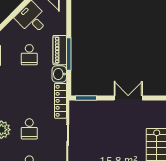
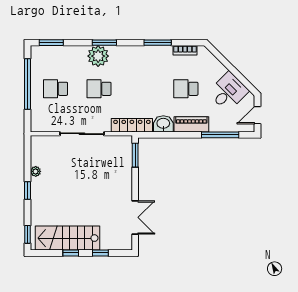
window: (69, 54) -> (220, 135), moved
double door: (128, 98) -> (135, 217), moved

